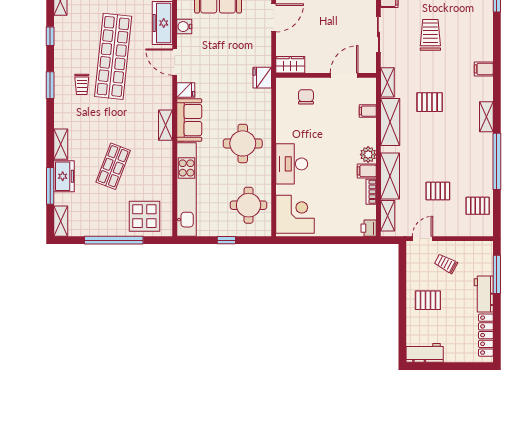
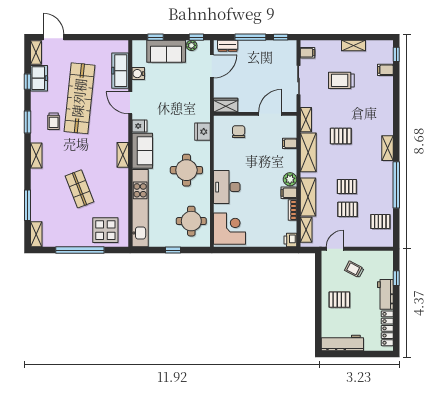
trolley: (430, 35) -> (341, 80), turned -90
filing cabinet: (484, 69) -> (385, 70), moved
fridge: (262, 78) -> (203, 132), moved
shelving: (61, 144) -> (36, 156), moved
pallet: (437, 163) -> (347, 186), added
shop shelf: (113, 166) -> (79, 189), turned -42
freezer: (64, 176) -> (39, 78), moved
window: (497, 274) -> (396, 278), width x0.46
workbench: (425, 353) -> (342, 343), width x1.38

